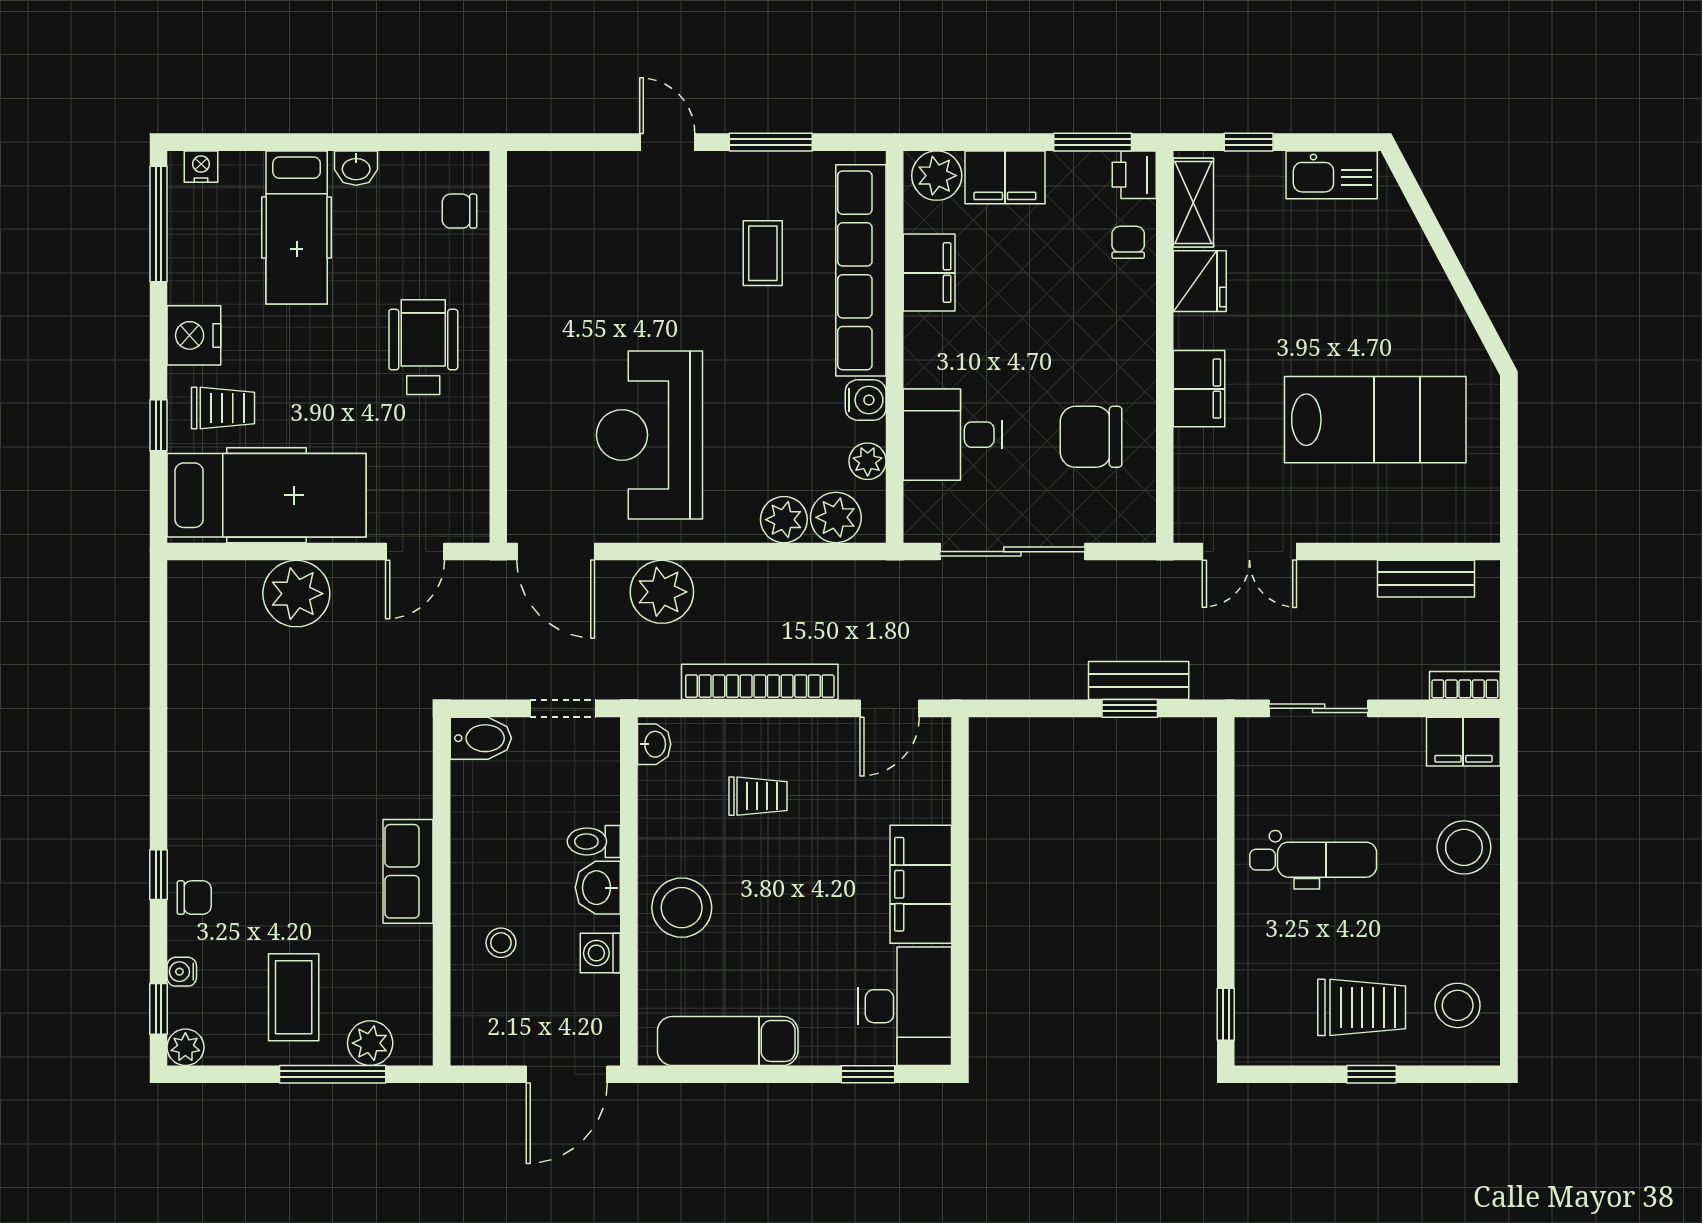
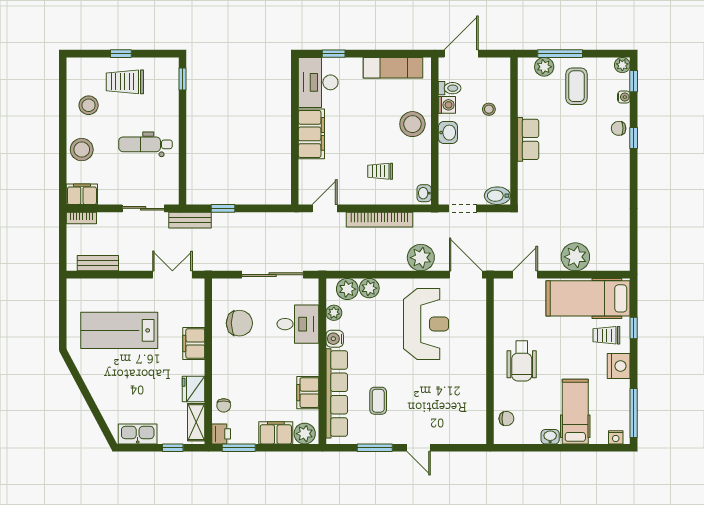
bench: (1139, 681) -> (190, 220), moved
toilet: (594, 841) -> (450, 88), moved
stool: (1458, 1005) -> (89, 105), moved

